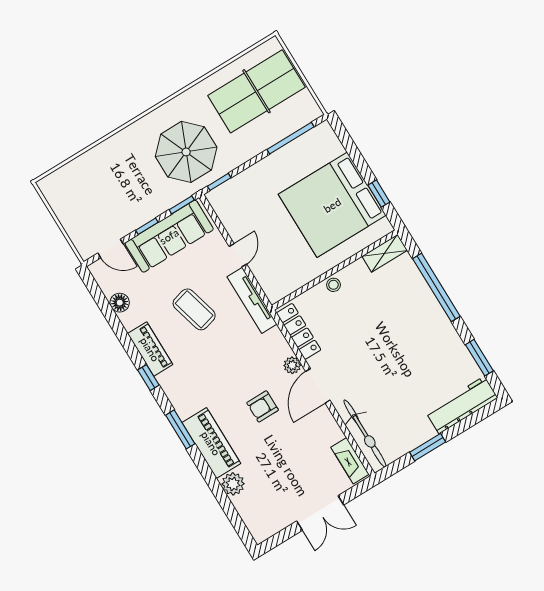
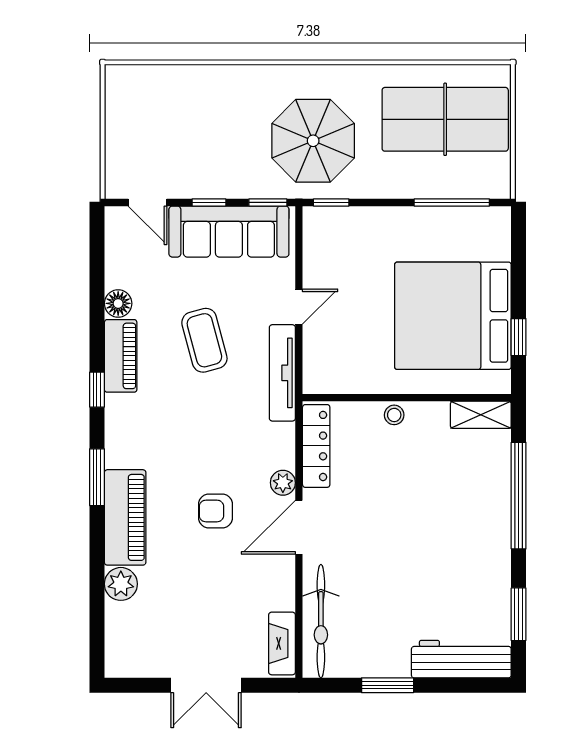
floor lamp: (120, 303) -> (118, 303), moved

